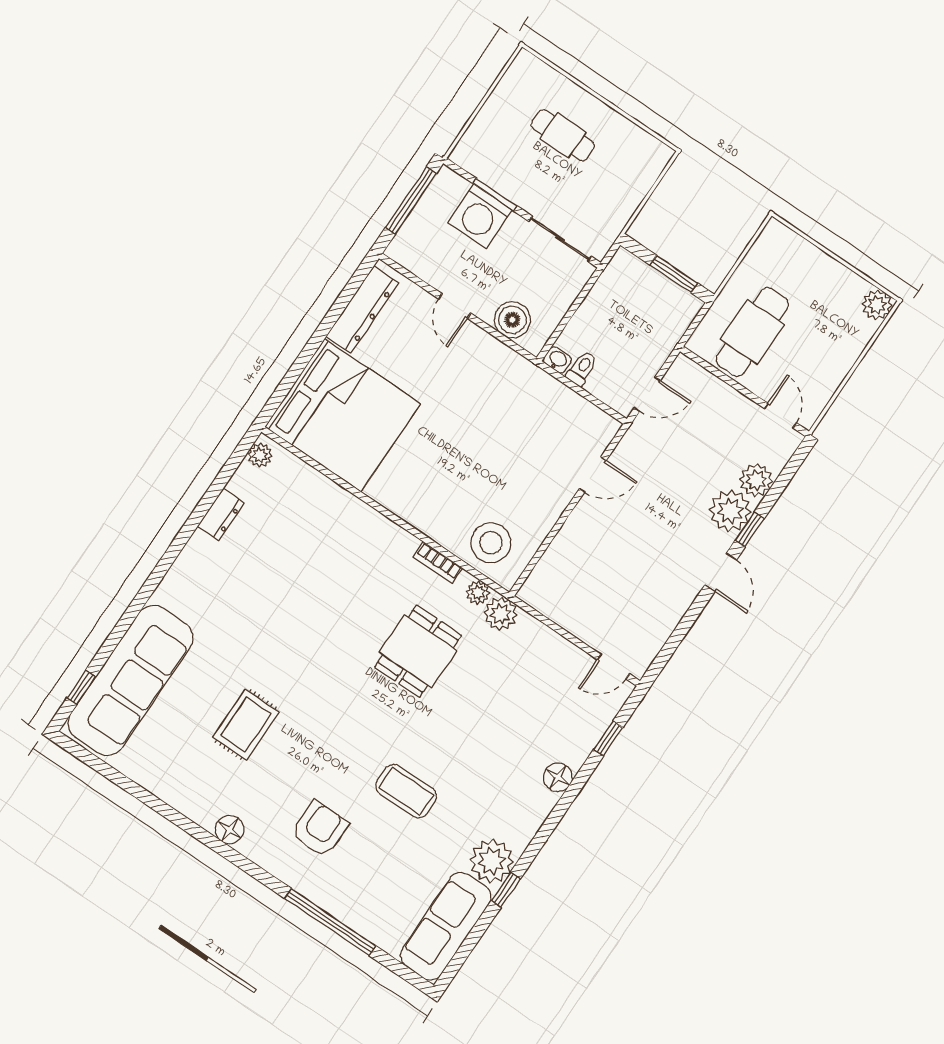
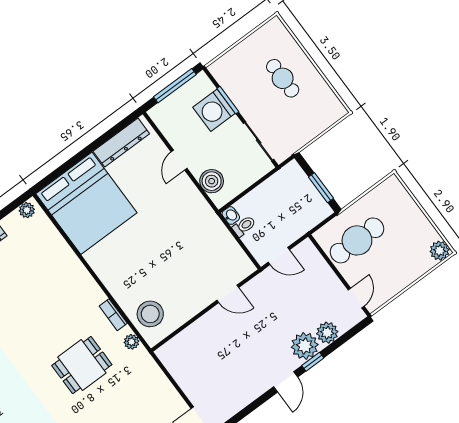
plant: (501, 614) -> (141, 360), removed

